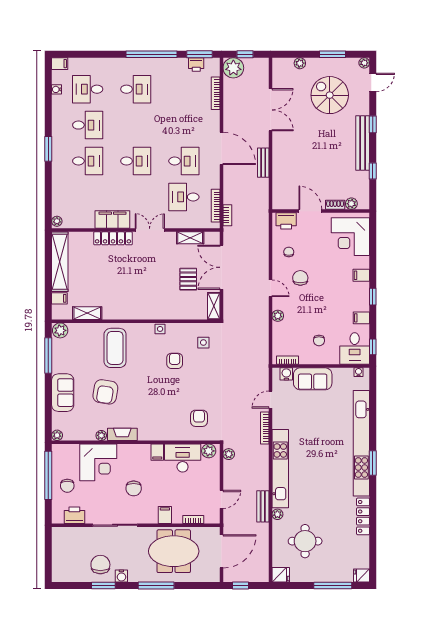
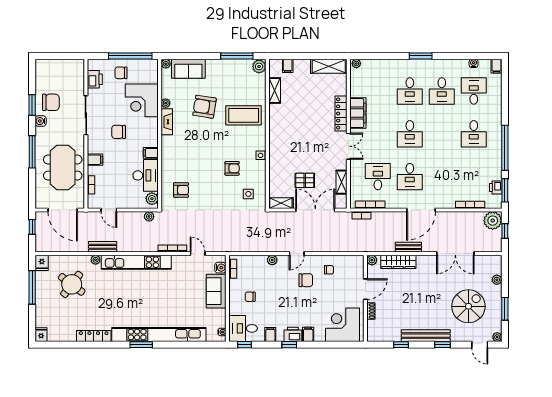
wardrobe: (280, 174) -> (398, 262), added
plant: (351, 204) -> (372, 260), moved
printer: (286, 221) -> (293, 334), moved, turned 90
shelving: (60, 262) -> (329, 66), width x0.68
sofa: (63, 393) -> (188, 69), moved
round table: (305, 541) -> (72, 284), turned 37
window: (333, 585) -> (32, 287), moved

